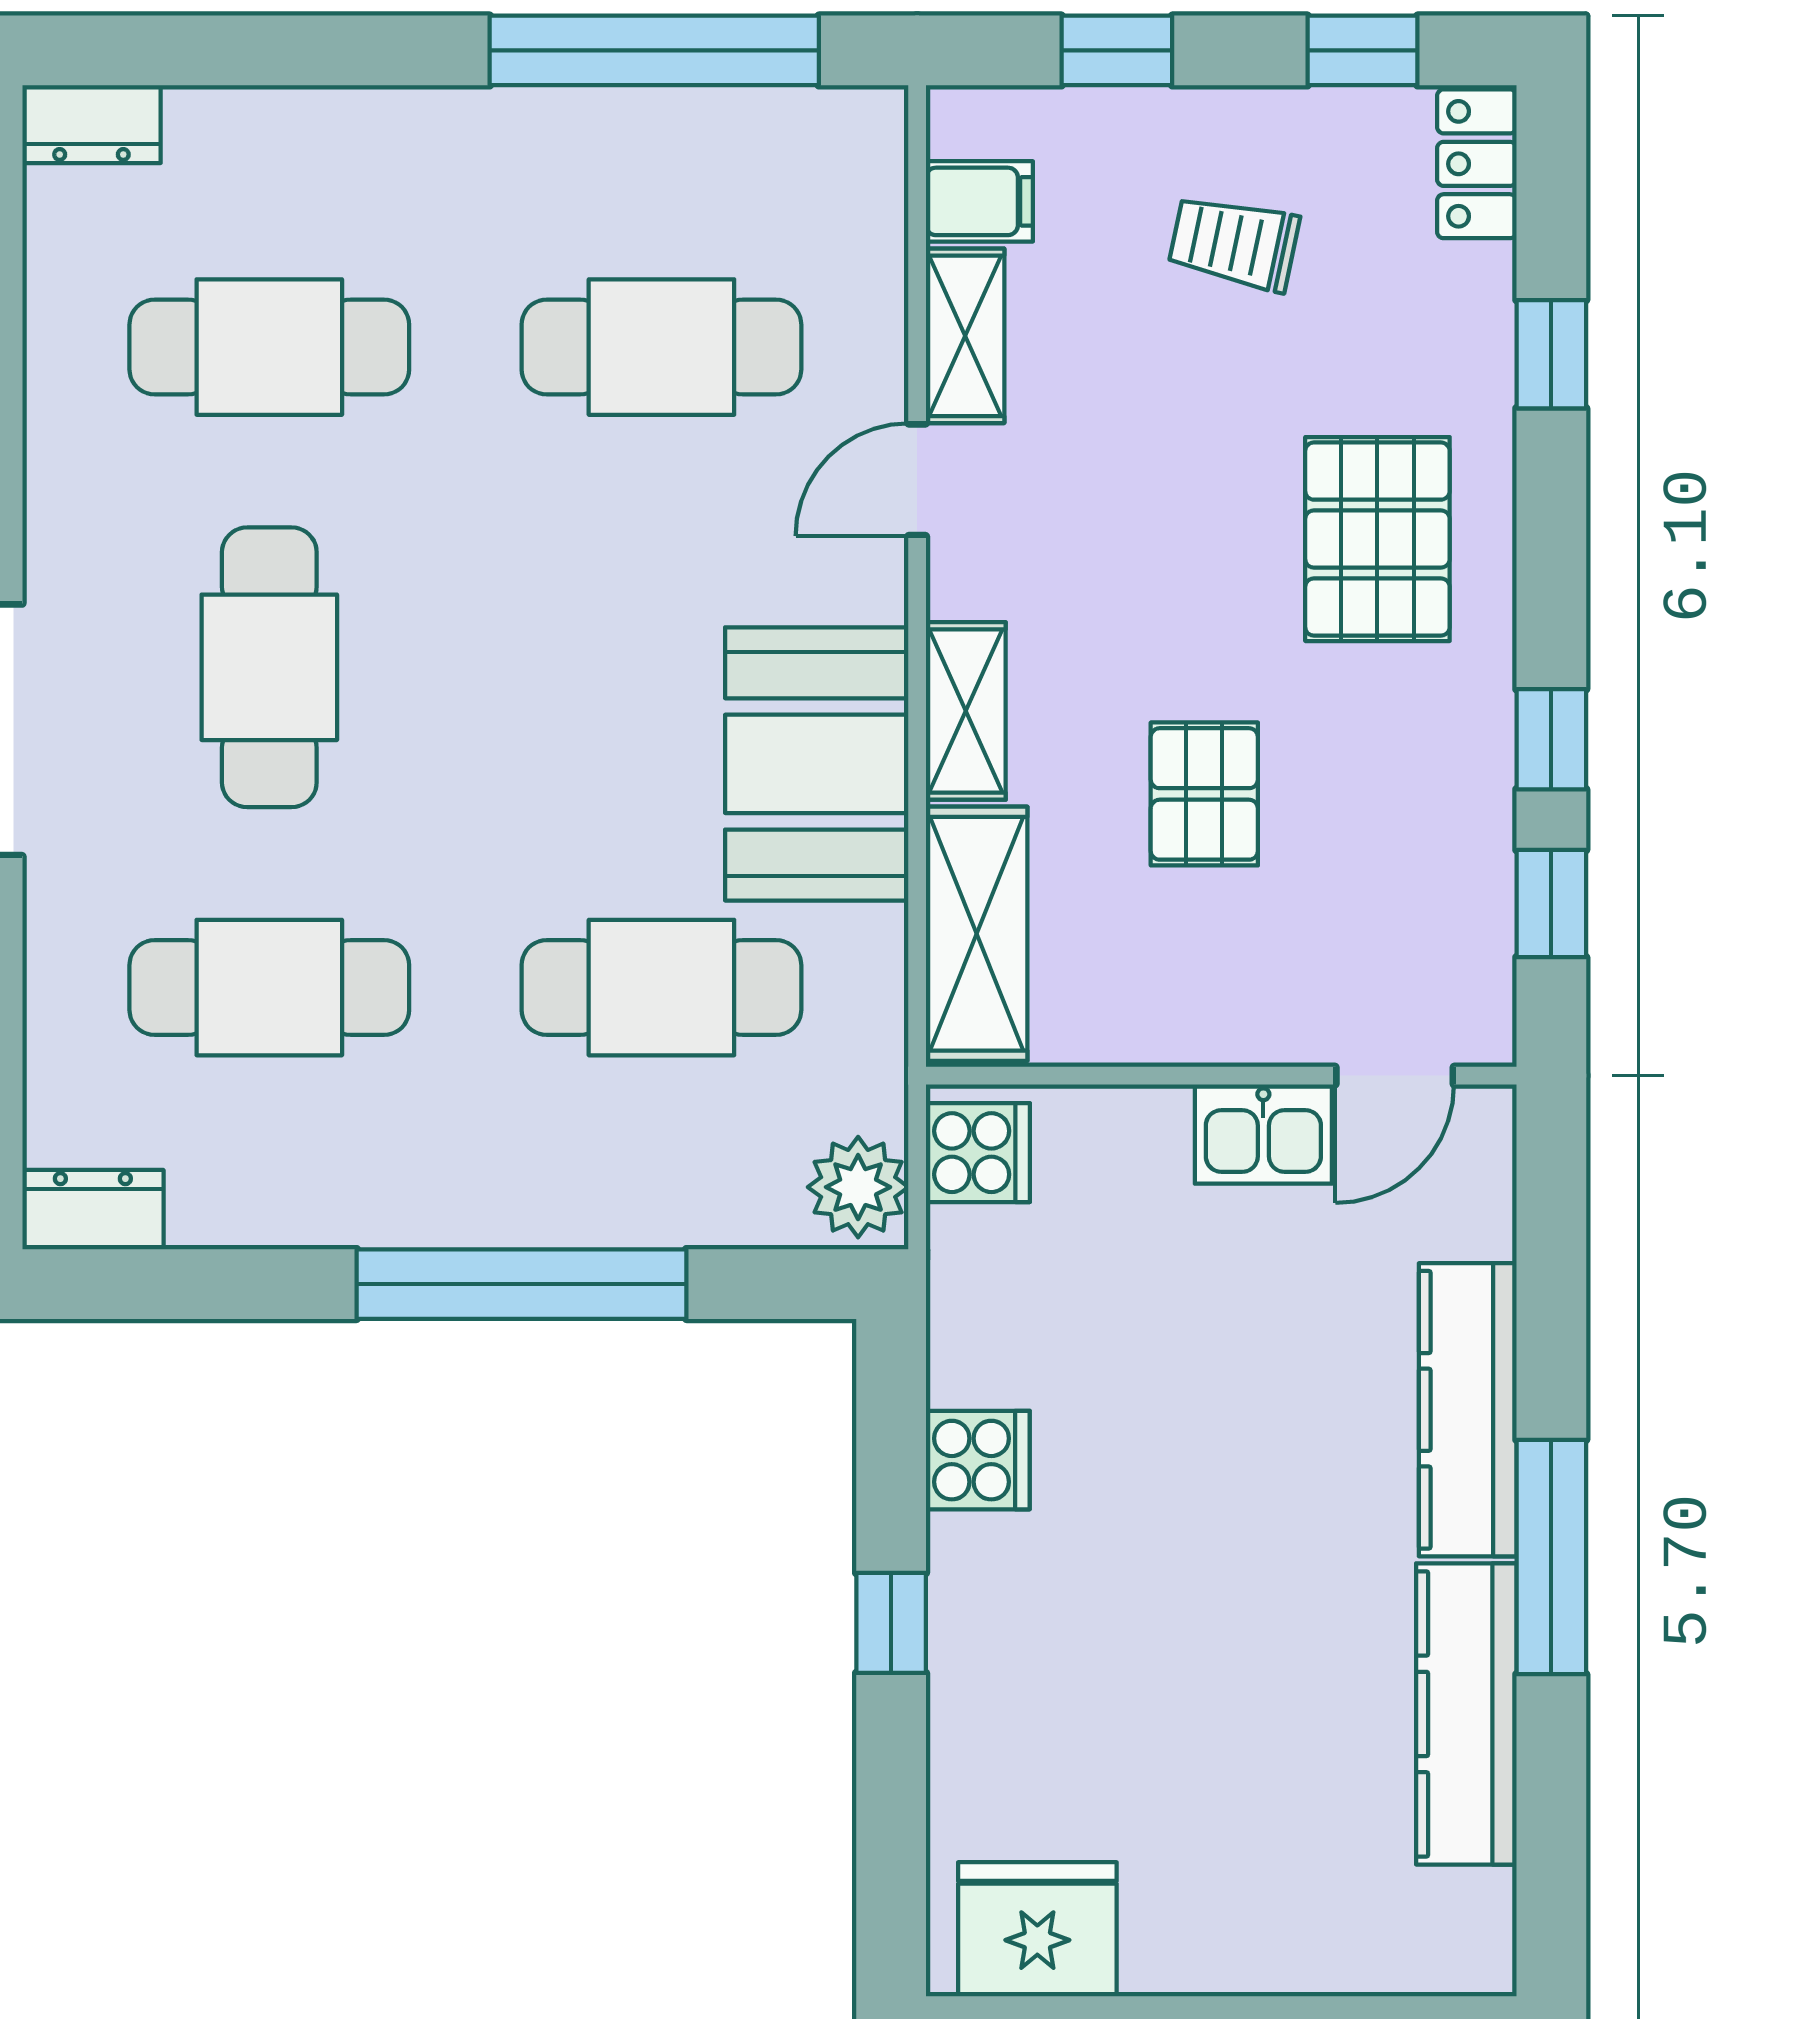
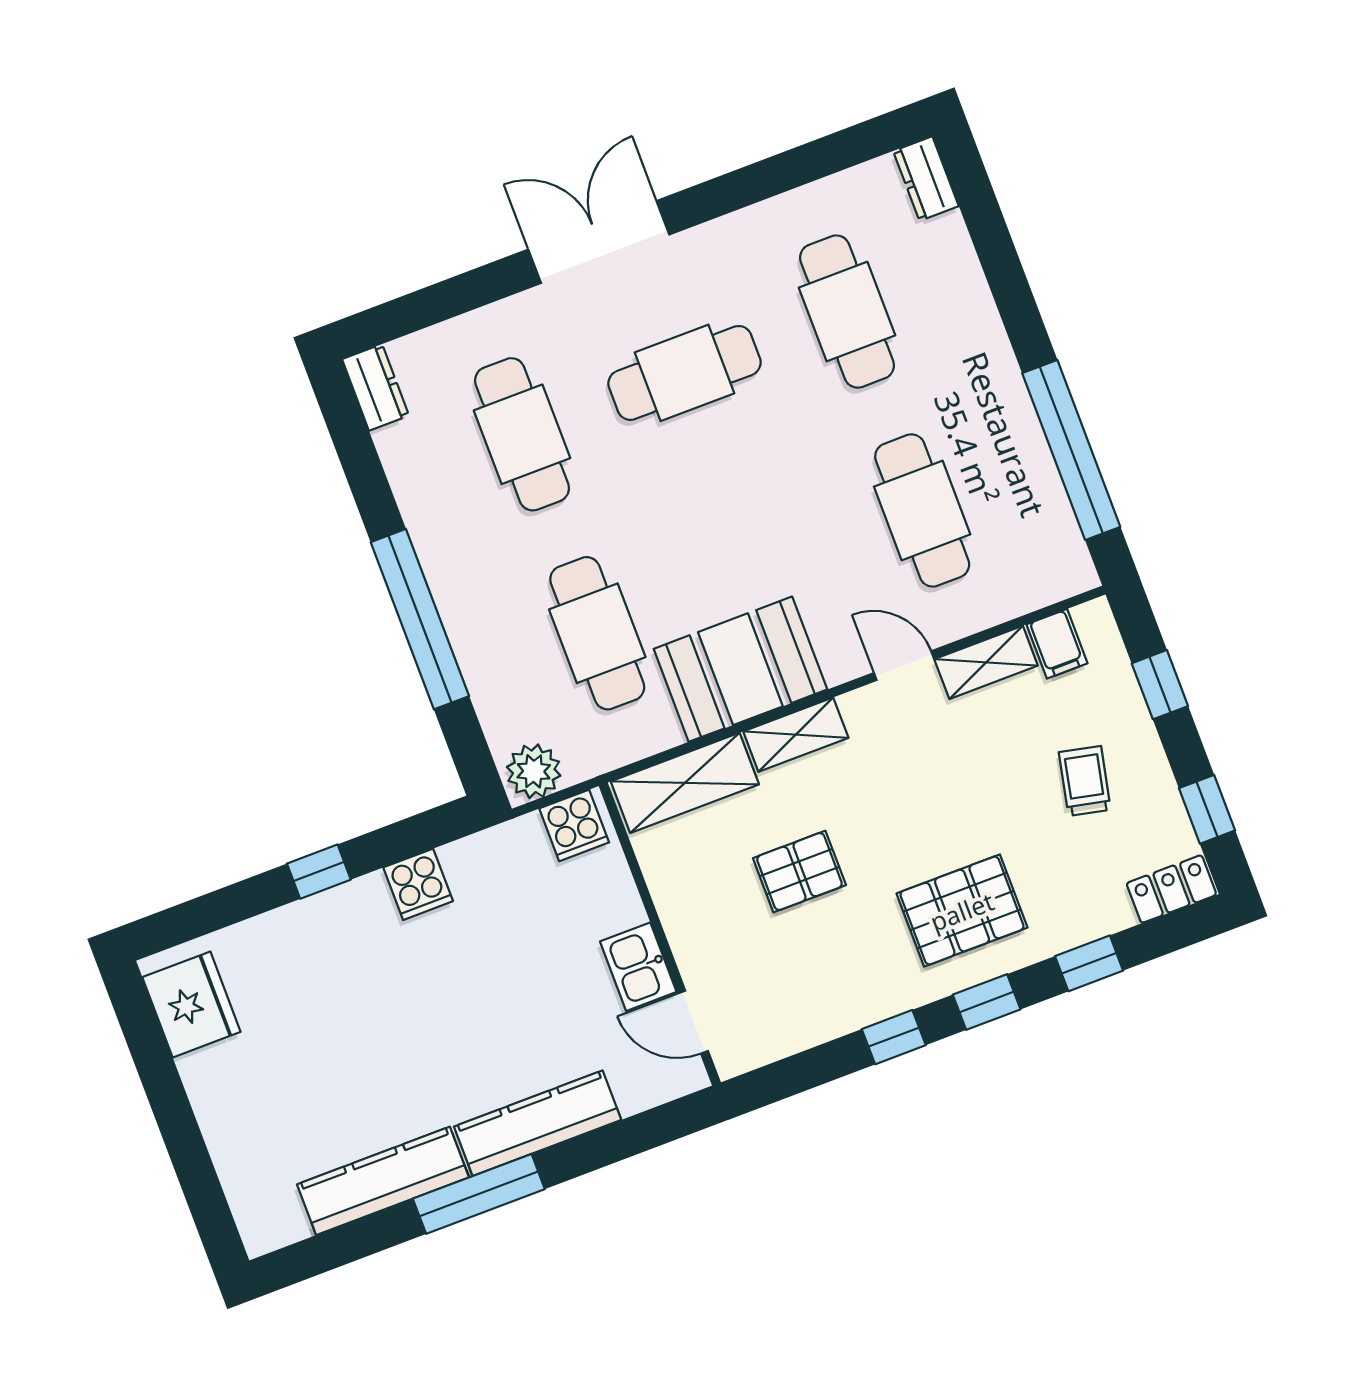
window: (1551, 904) -> (987, 1002), moved

